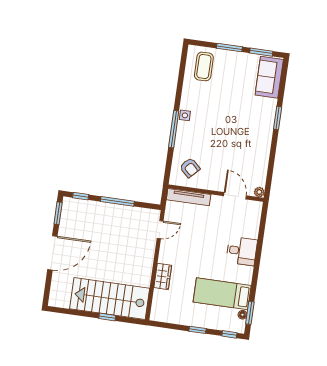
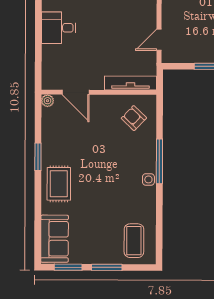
window: (278, 118) -> (38, 157), moved
rug: (259, 122) -> (59, 184), added

